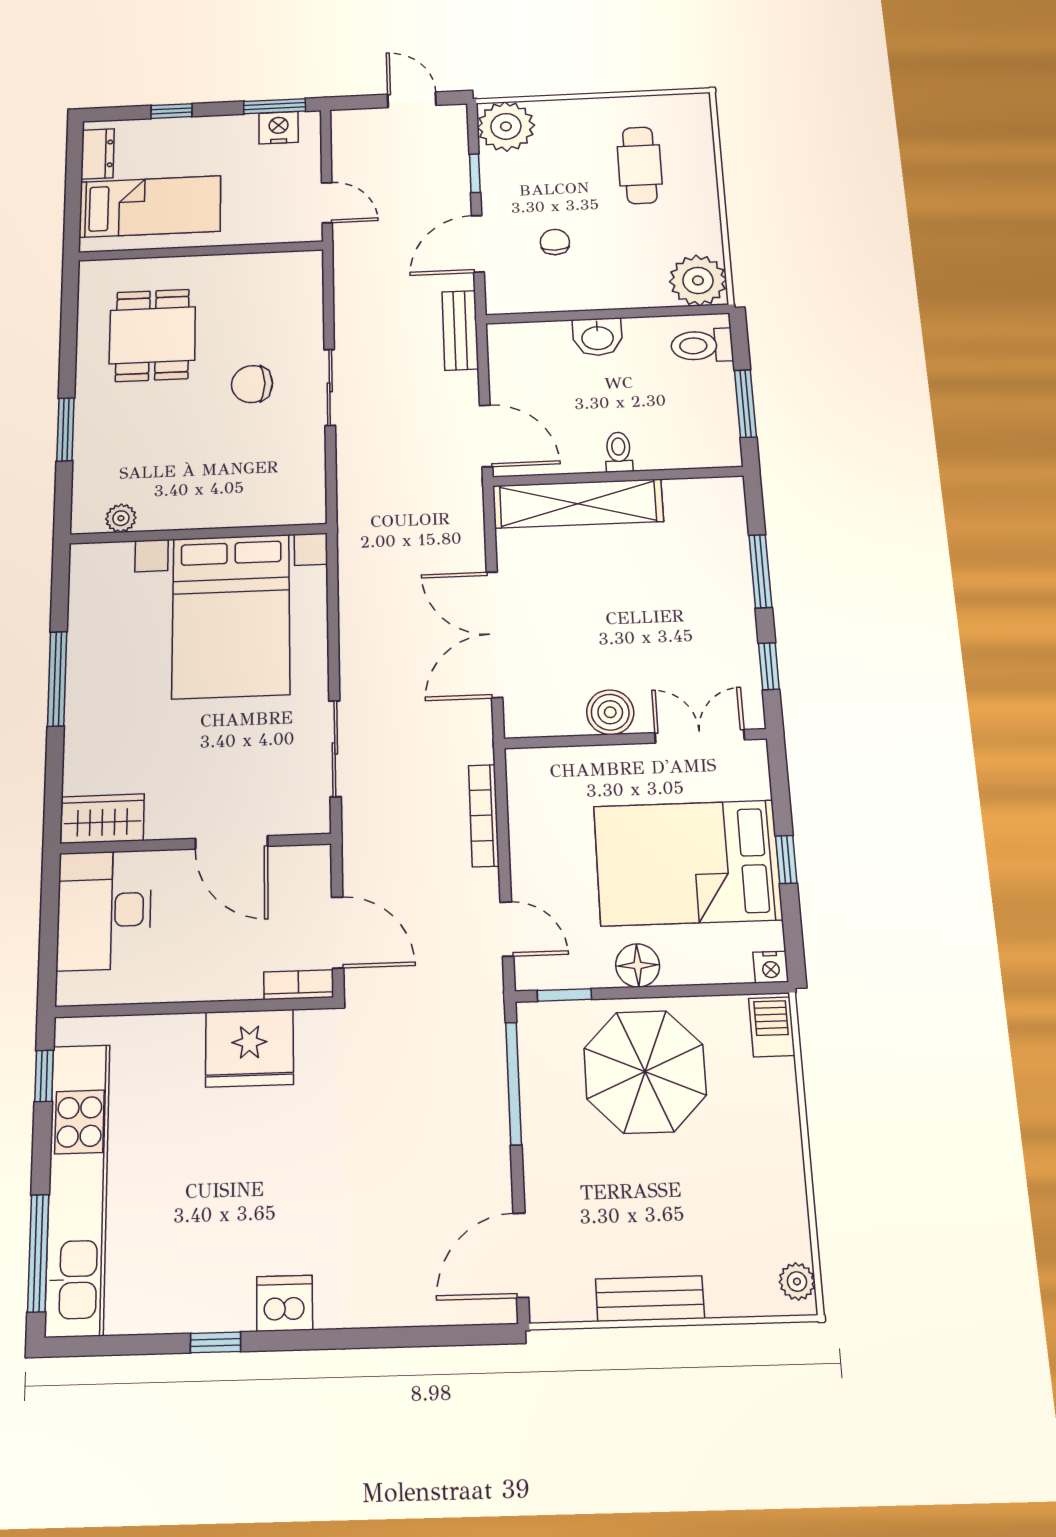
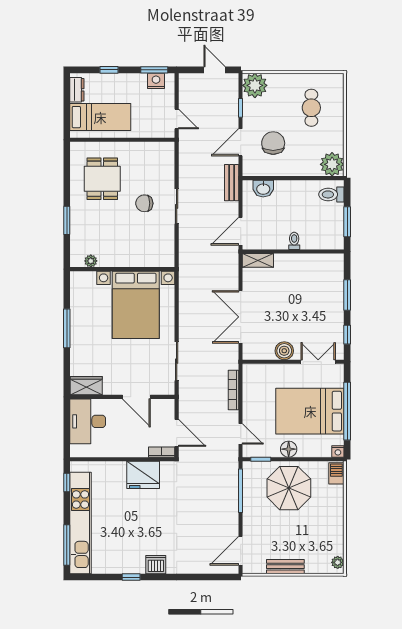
chair: (555, 242) -> (273, 143), width x1.87, depth x1.87
washbasin: (597, 337) -> (263, 189), moved
door: (486, 436) -> (241, 231), swing flipped
shelving: (578, 504) -> (258, 260), width x0.45, depth x0.75
window: (786, 859) -> (347, 411), width x3.17

